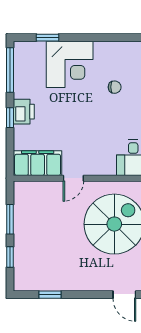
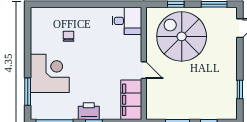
window: (48, 38) -> (28, 92), width x1.50

